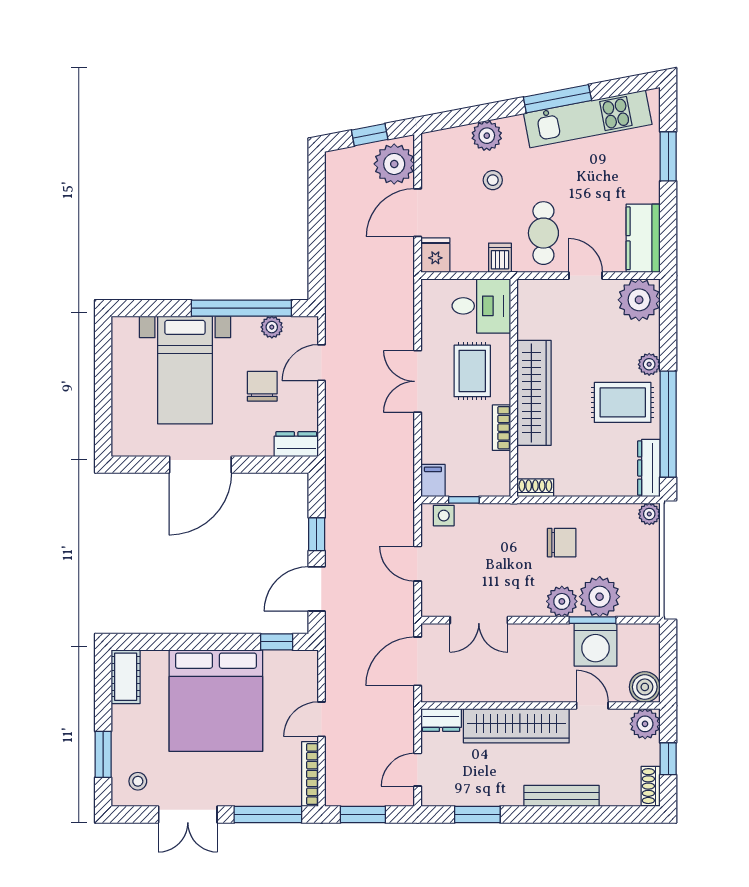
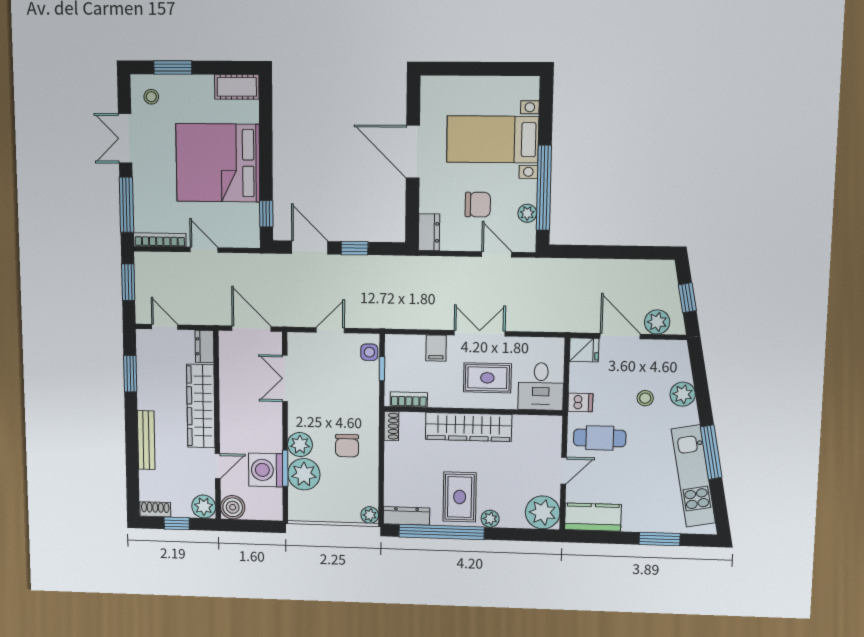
plant: (394, 164) -> (657, 322), width x0.73, depth x0.73
bookcase: (501, 428) -> (409, 399), moved
filing cabinet: (433, 481) -> (436, 348), moved, turned 90

